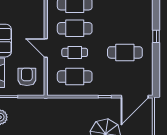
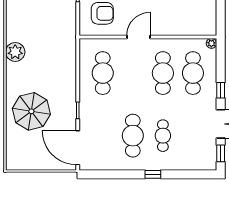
cafe table: (75, 52) -> (163, 136), moved

